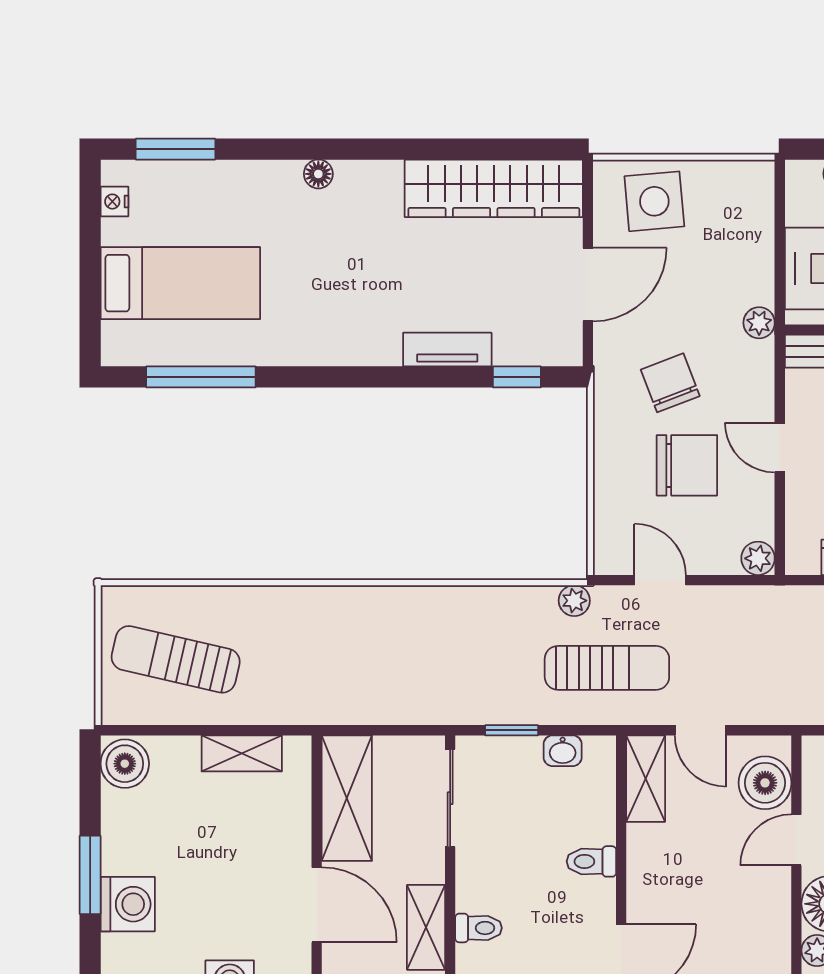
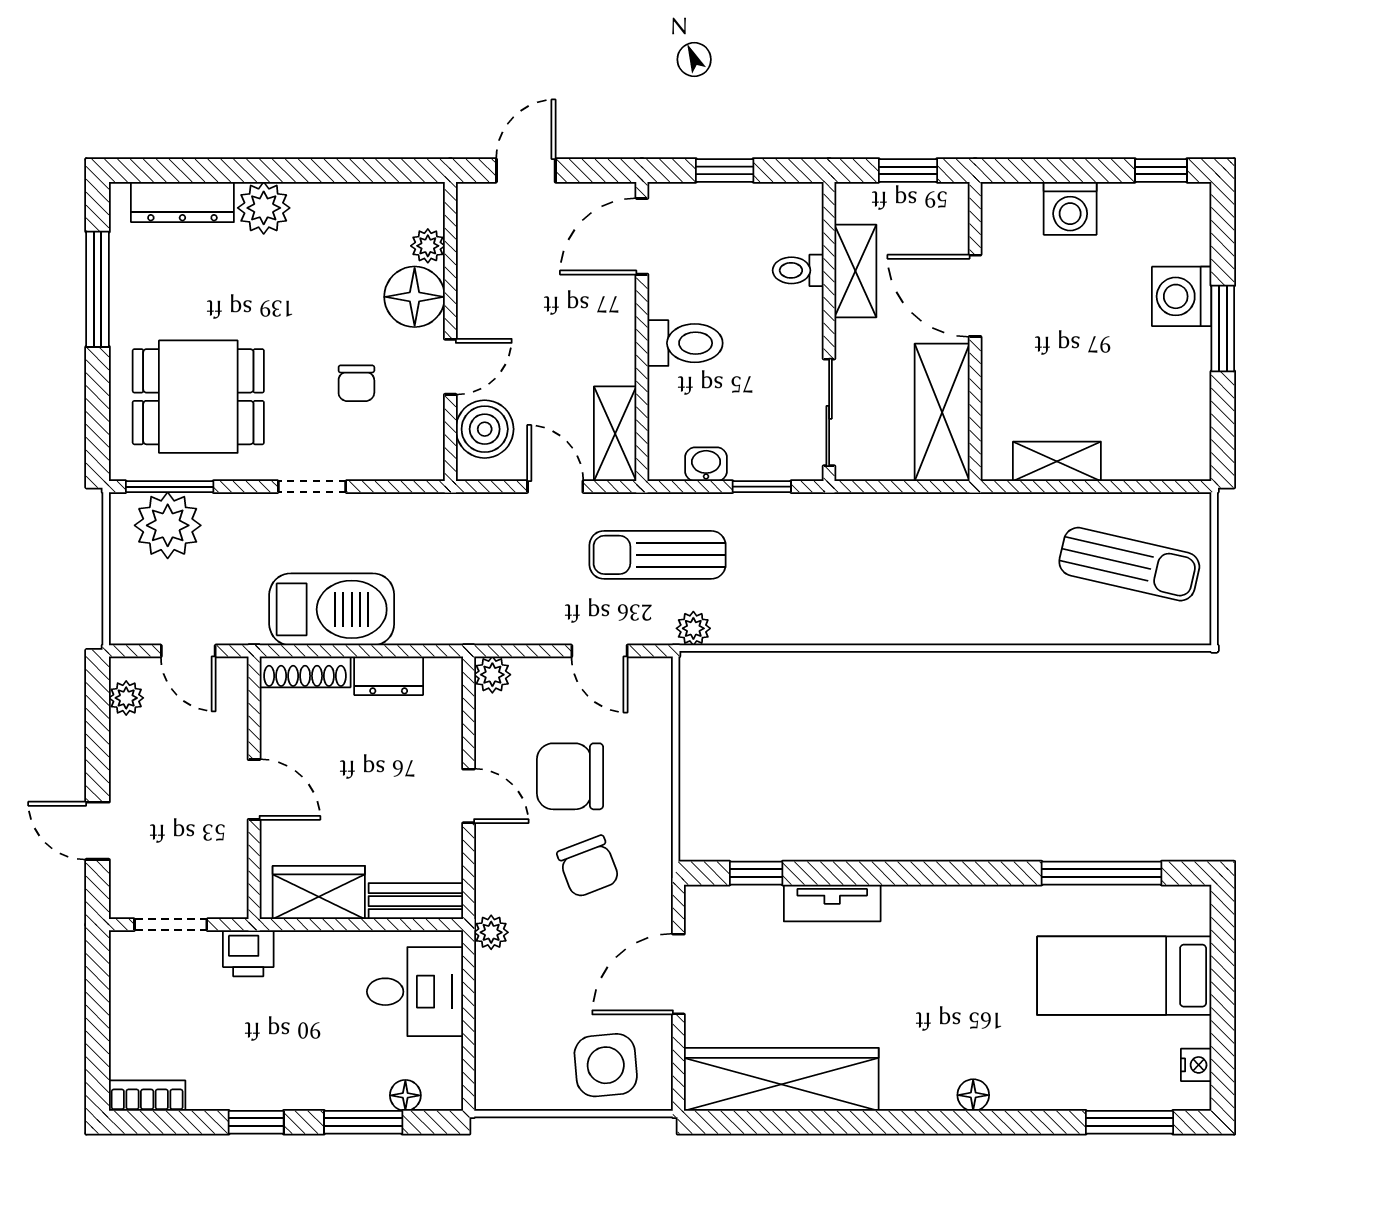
boiler: (125, 764) -> (1185, 450), removed
toilet: (591, 861) -> (685, 343), width x1.37, depth x1.39

